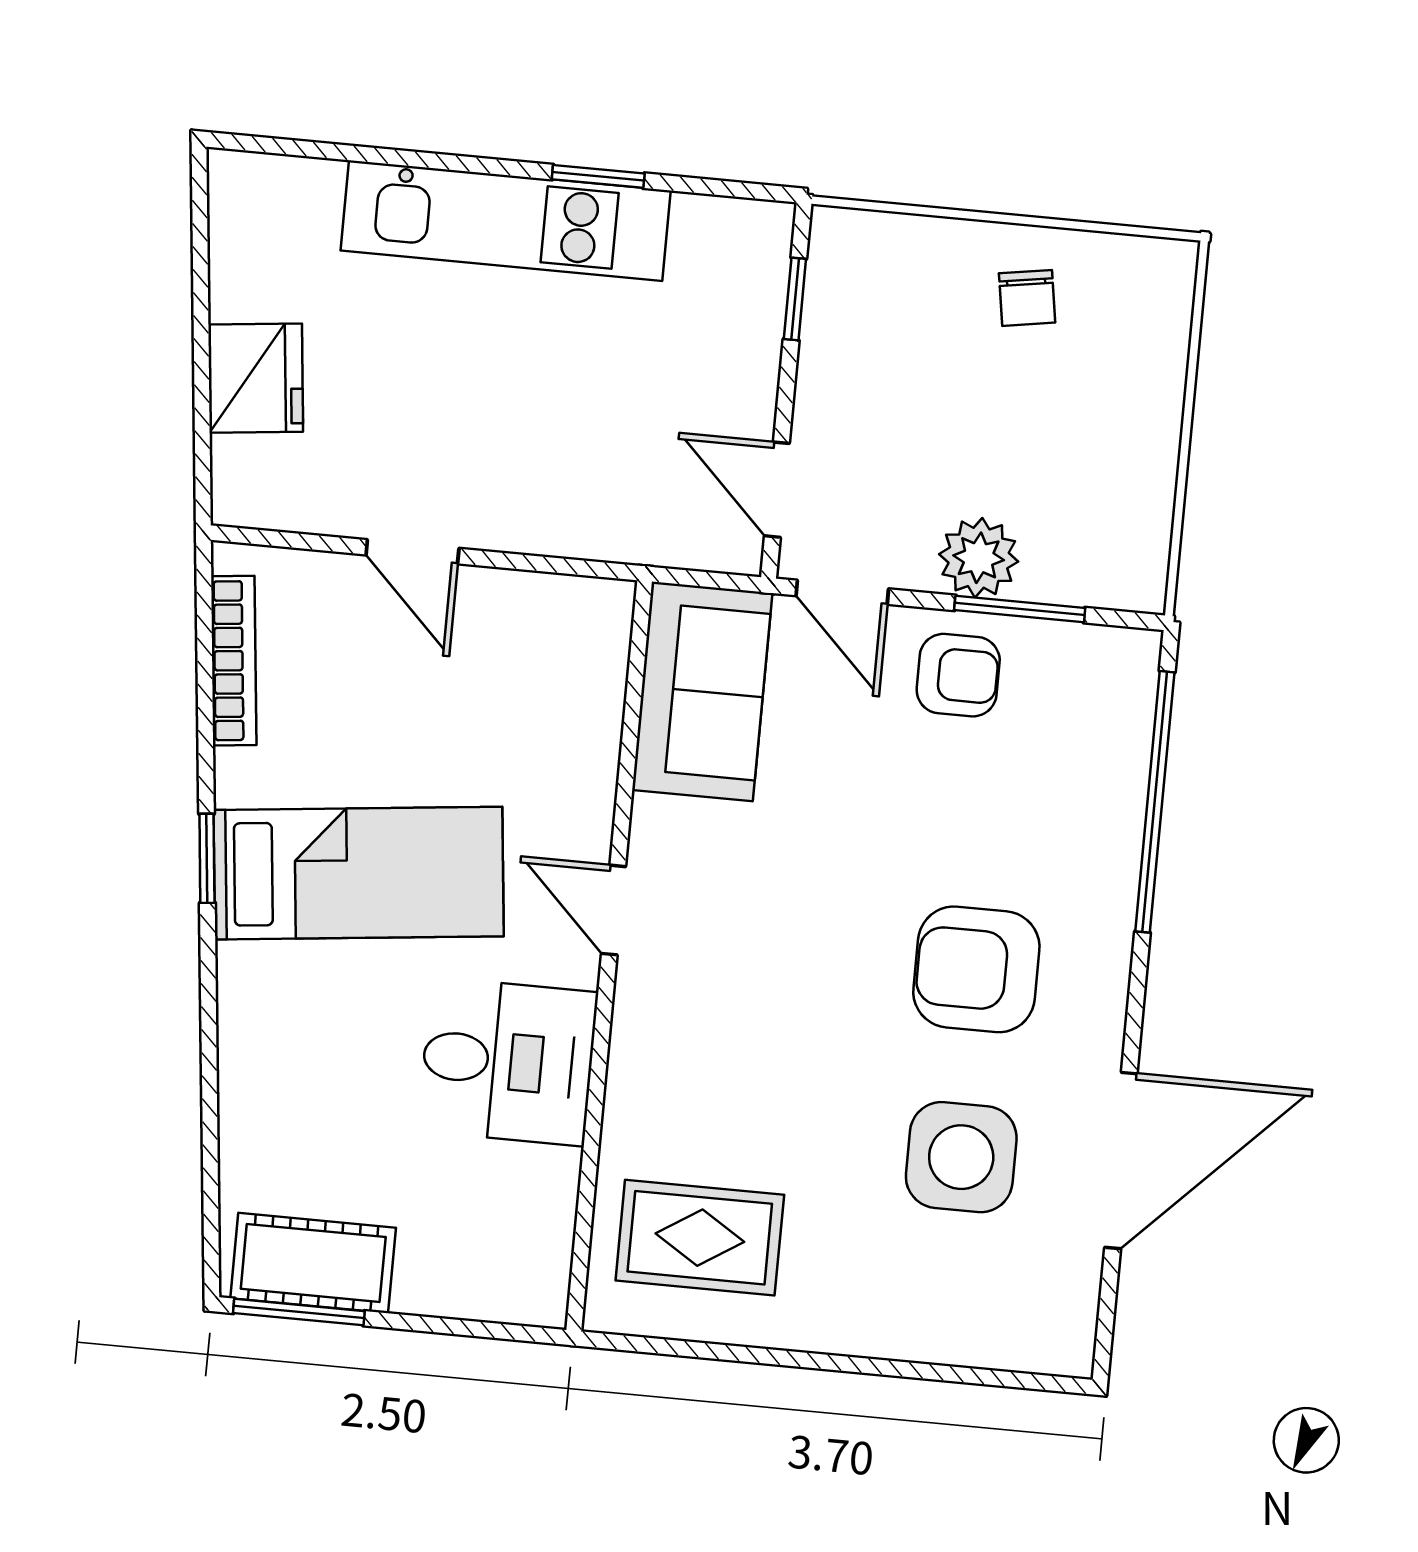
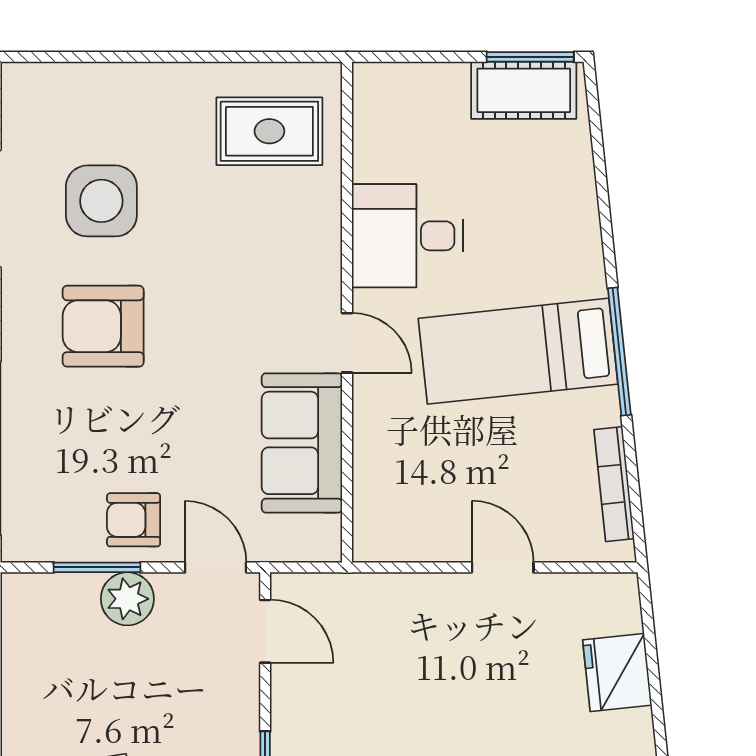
sofa: (702, 692) -> (302, 443), moved
window: (207, 858) -> (619, 352), width x2.17
armchair: (976, 969) -> (103, 326), turned 180

